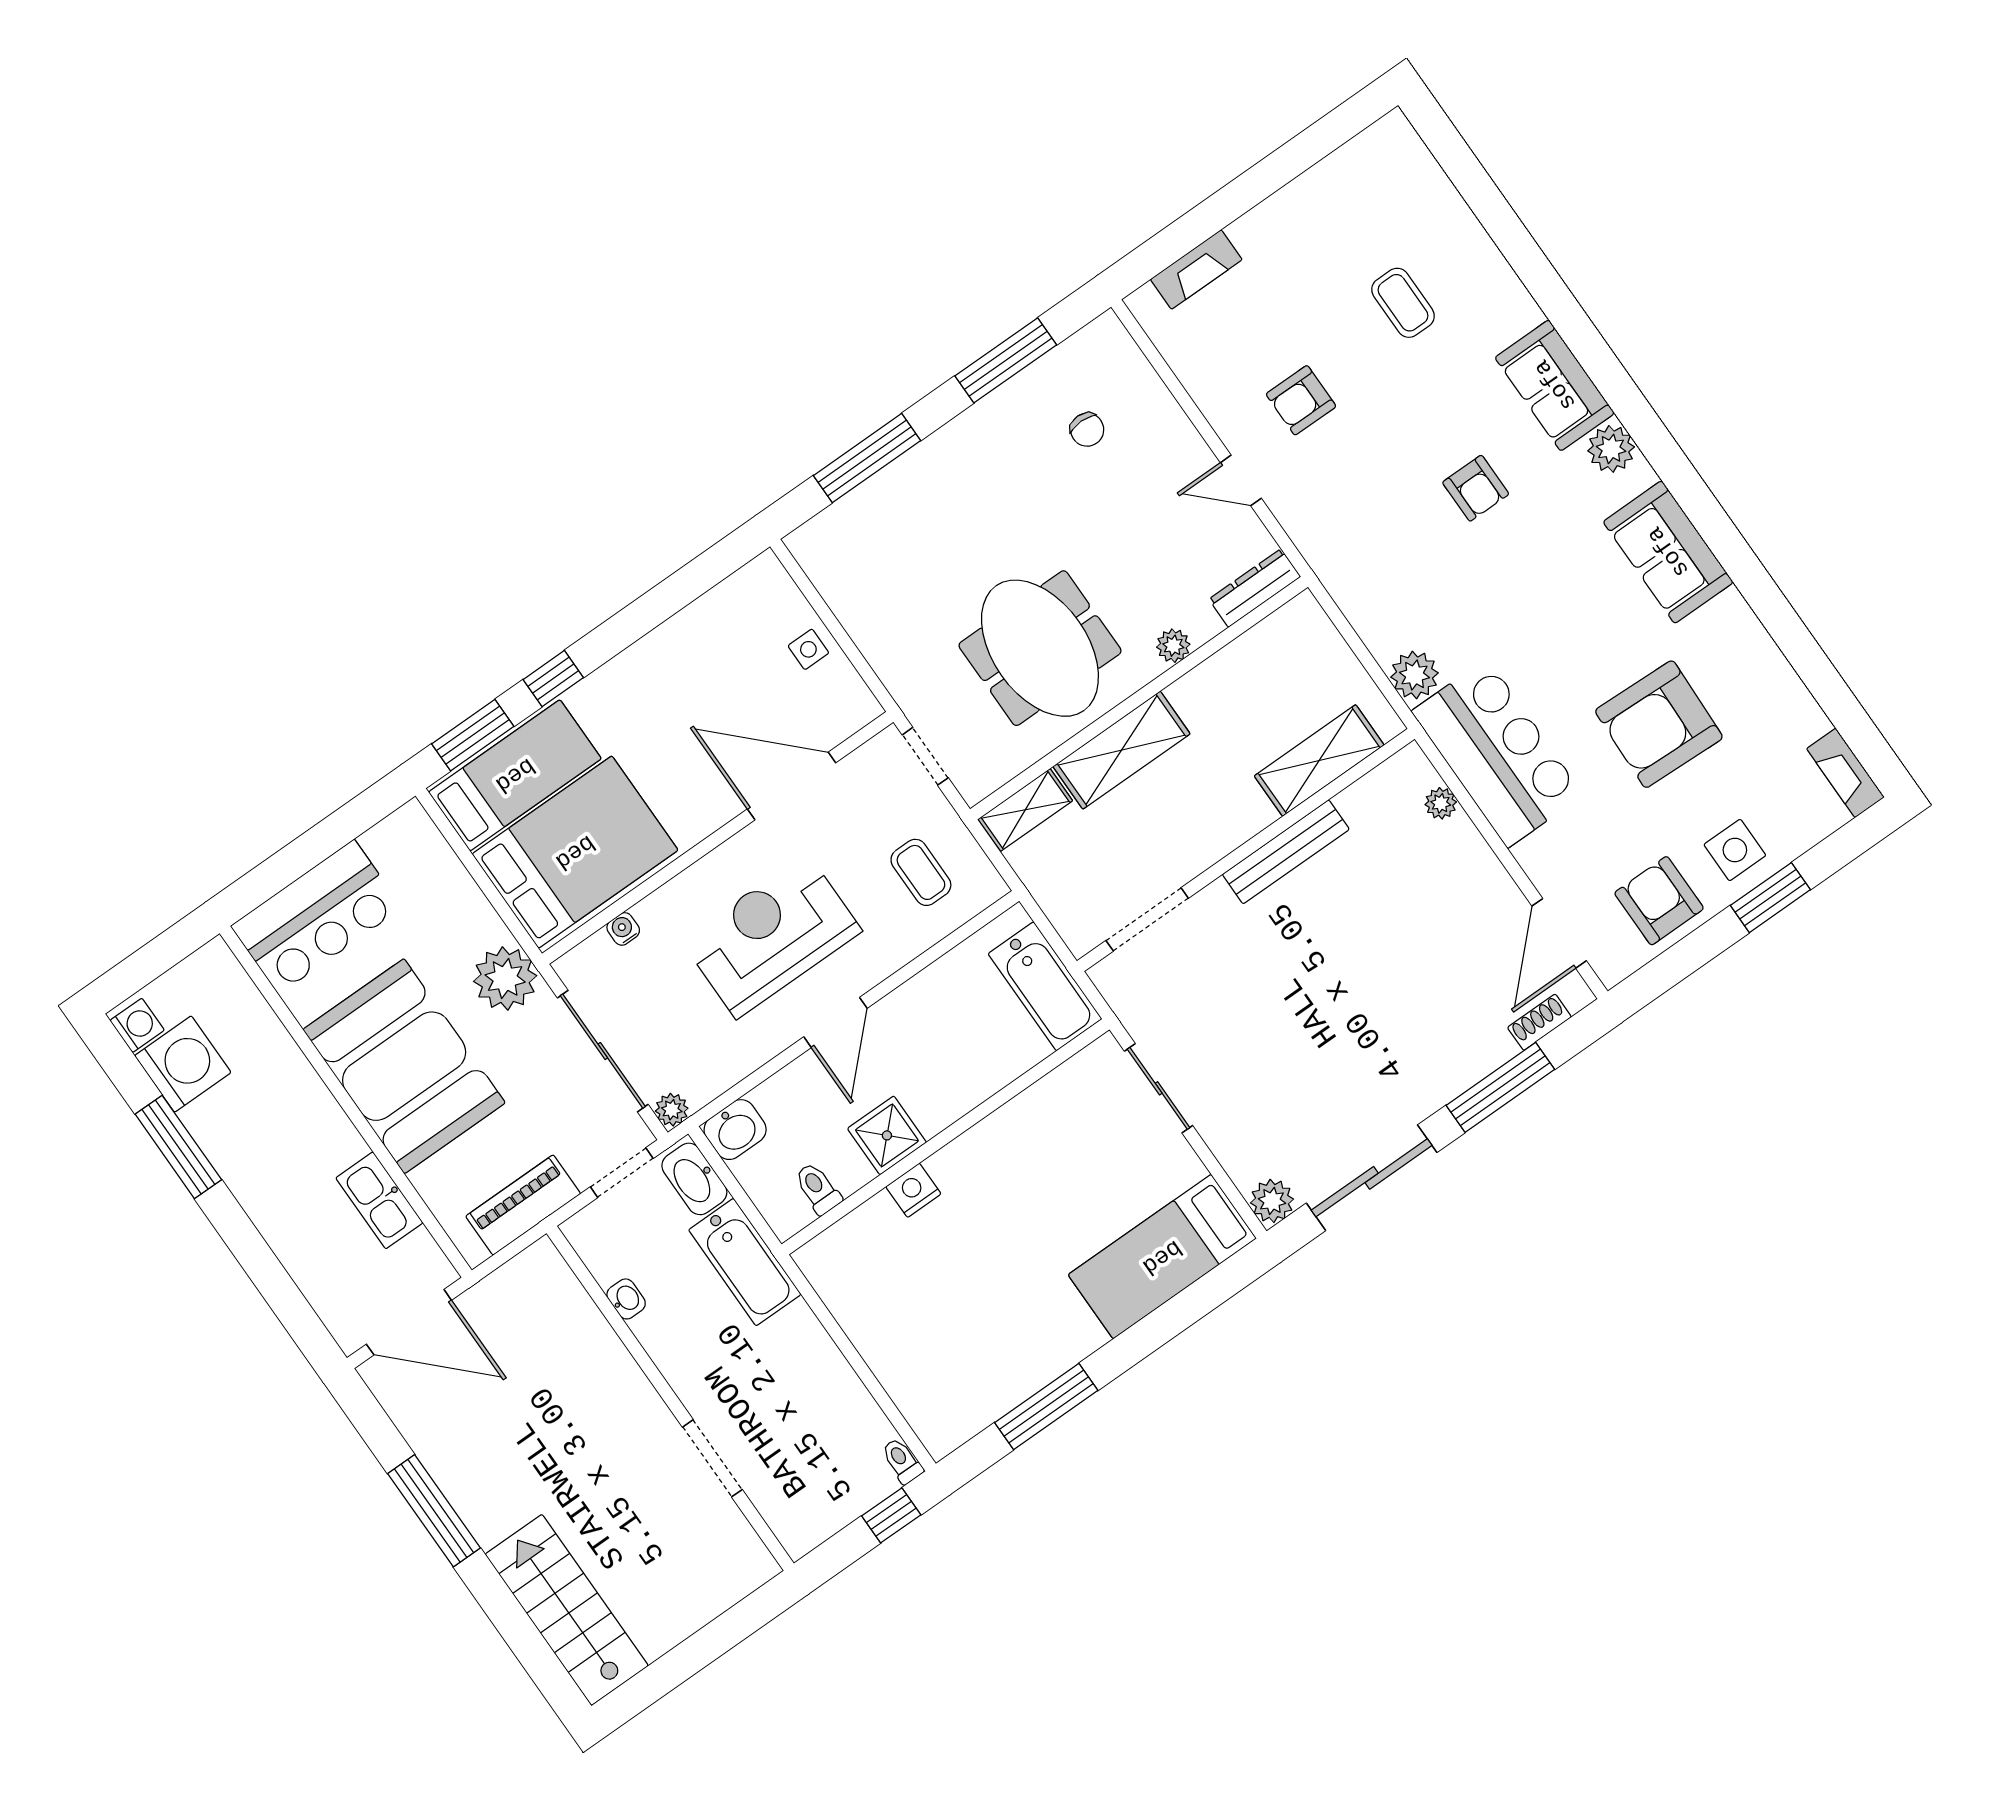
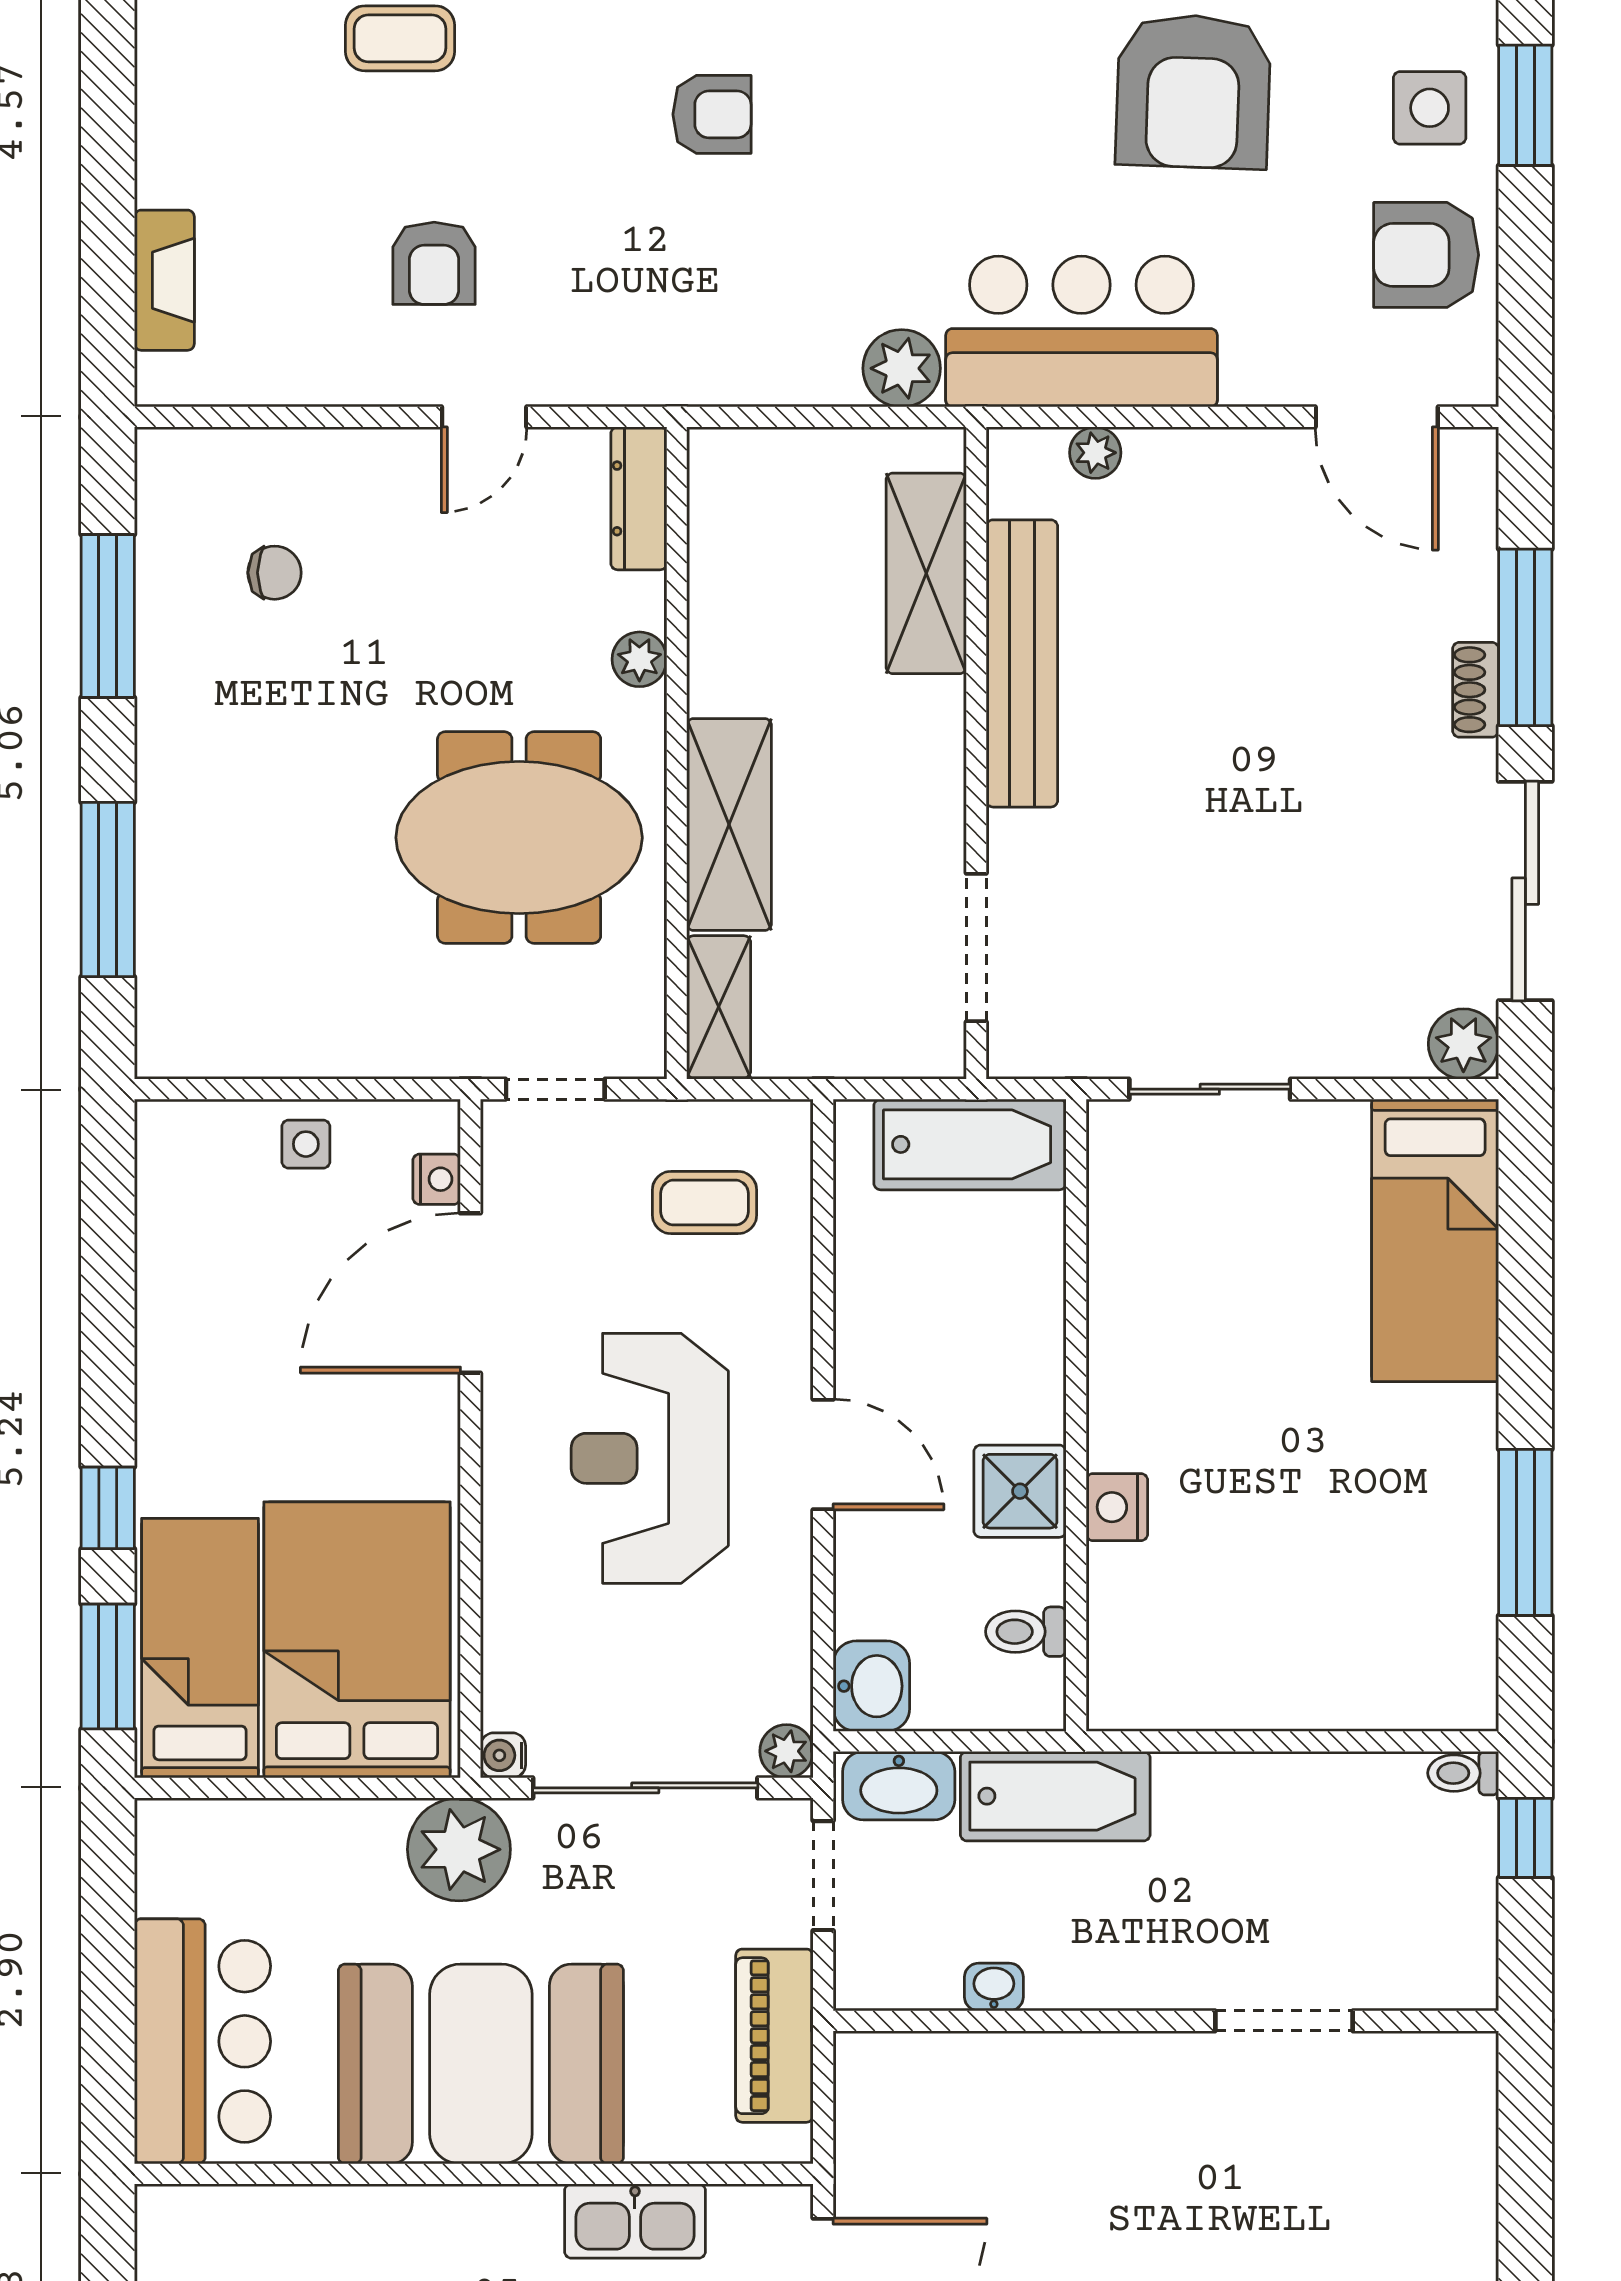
nightstand: (837, 728) -> (437, 1179), added
bench: (1286, 852) -> (1022, 663), width x1.37, depth x1.21
water cooler: (623, 929) -> (503, 1755), moved
shoe rack: (1539, 1022) -> (1476, 690), moved

